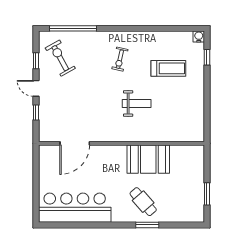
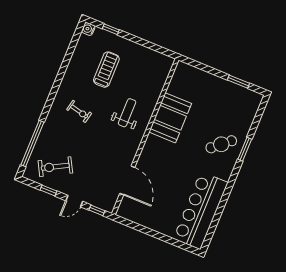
door: (75, 143) -> (127, 180), moved
wall: (121, 143) -> (145, 137), moved
booth: (148, 159) -> (170, 118), moved

